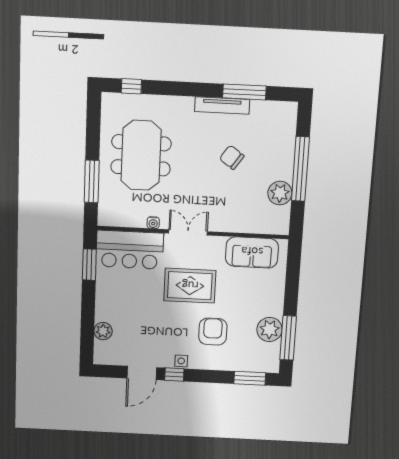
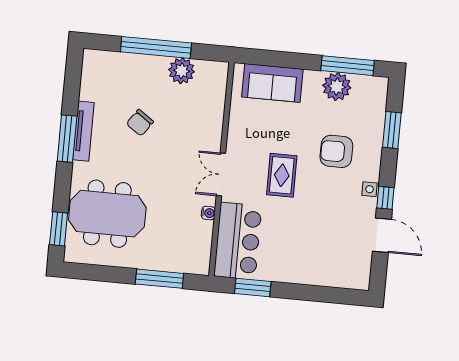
window: (131, 86) -> (59, 229), width x1.50
window: (244, 92) -> (67, 139), moved
meeting table: (141, 155) -> (107, 214), moved
sofa: (252, 252) -> (272, 83), moved, turned 90
rug: (190, 286) -> (282, 175), width x0.73, depth x0.70
plant: (103, 331) -> (330, 277), removed
window: (250, 378) -> (392, 130), moved

